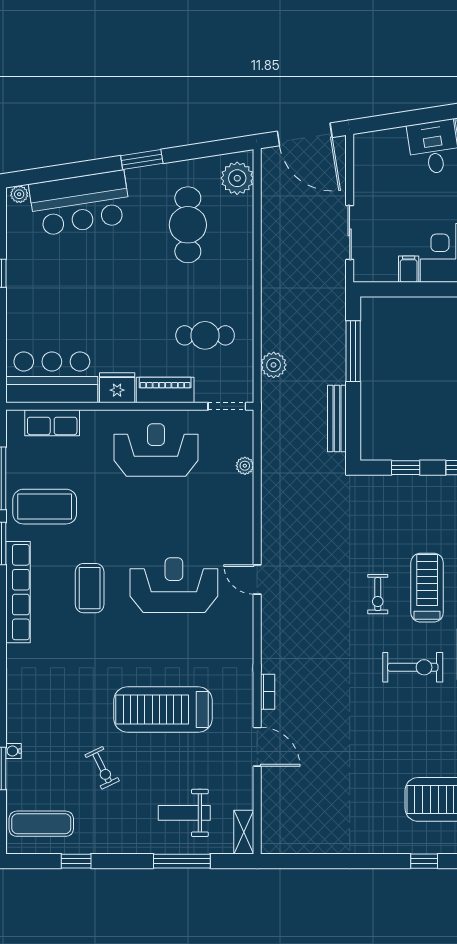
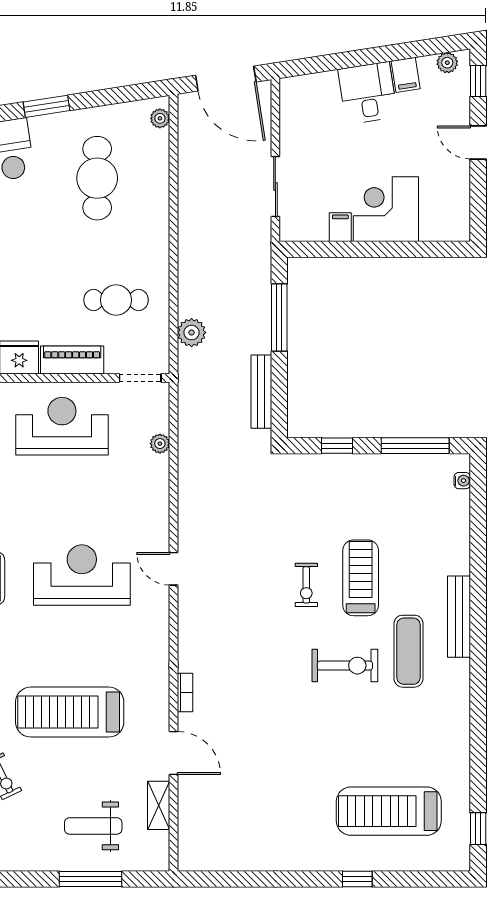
plant: (237, 178) -> (160, 118), width x0.53, depth x0.53
shelving: (244, 832) -> (159, 805), moved

